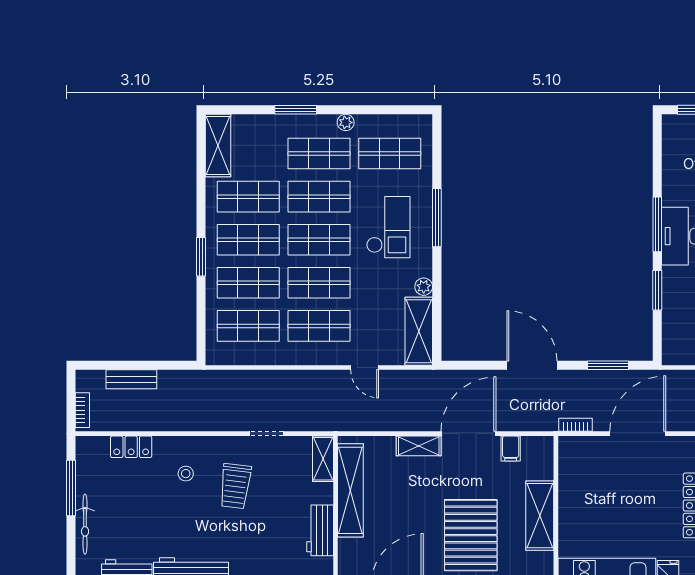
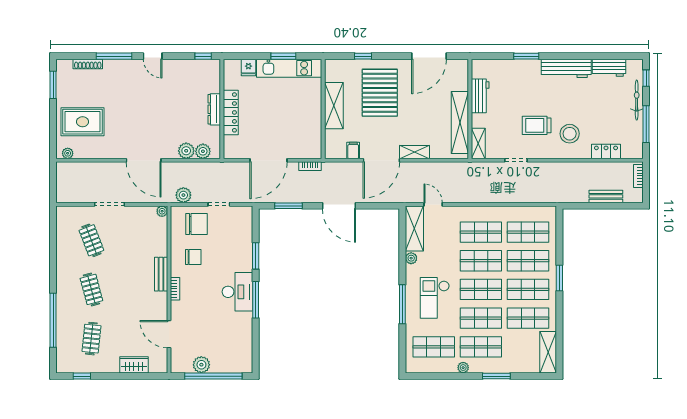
door: (365, 368) -> (433, 204), moved
stool: (186, 474) -> (570, 134), width x1.89, depth x1.89
trolley: (235, 486) -> (537, 125), turned -97
window: (71, 557) -> (646, 78), added

